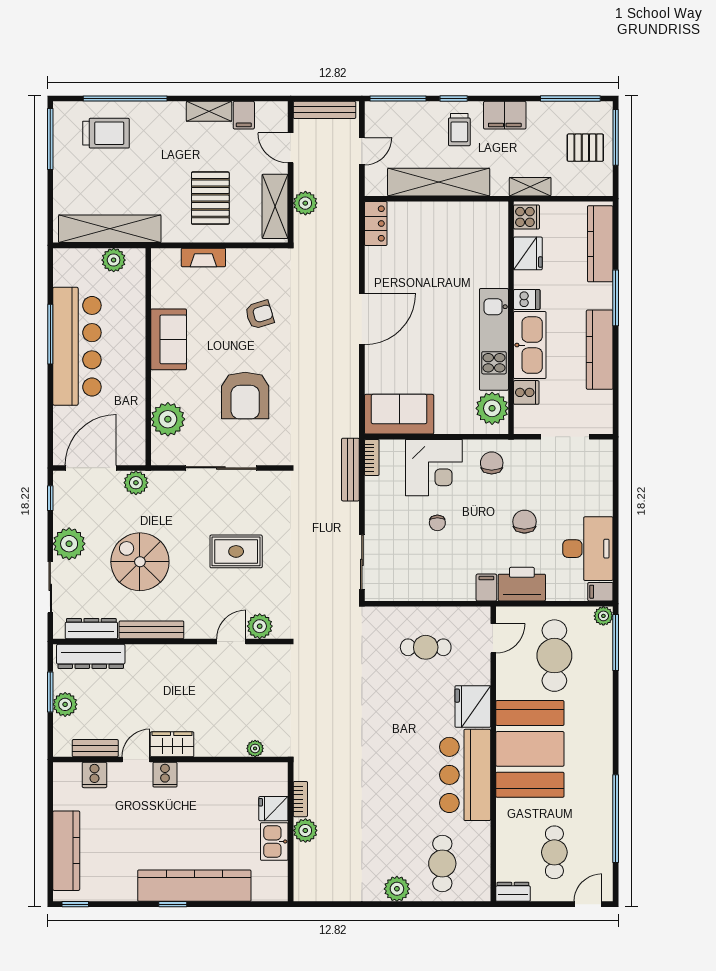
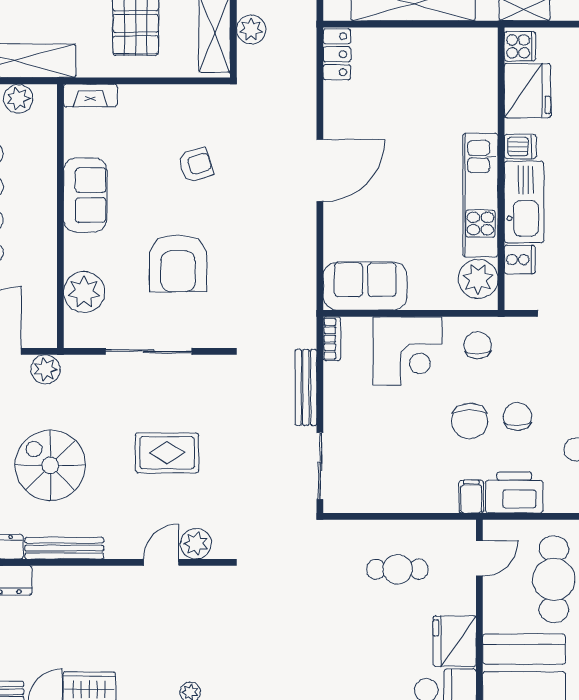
fridge: (528, 253) -> (527, 91), width x1.36, depth x1.34
fireplace: (203, 257) -> (90, 96), moved
bench: (350, 470) -> (306, 387), moved
chair: (437, 523) -> (470, 421), moved, width x1.87, depth x1.87

